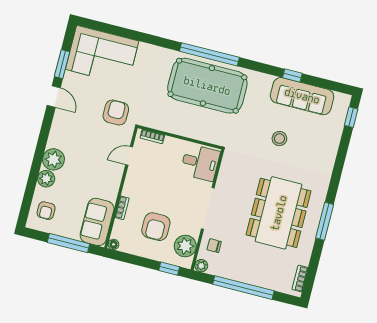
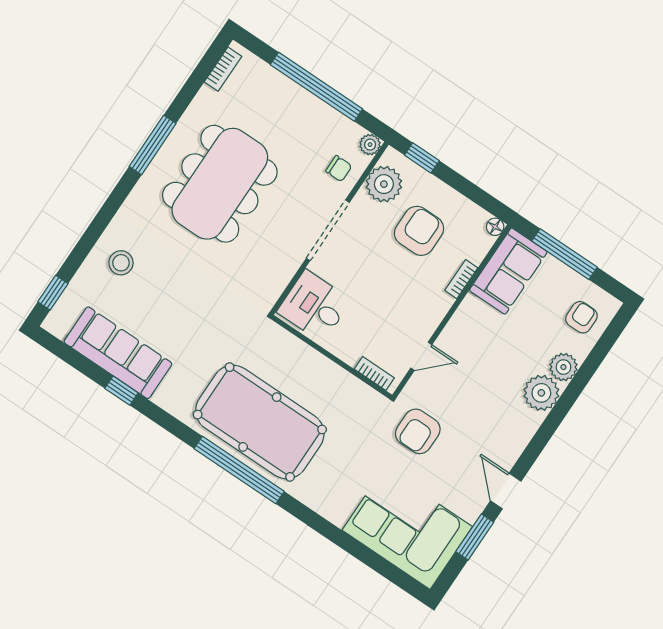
stool: (279, 139) -> (121, 263), moved

